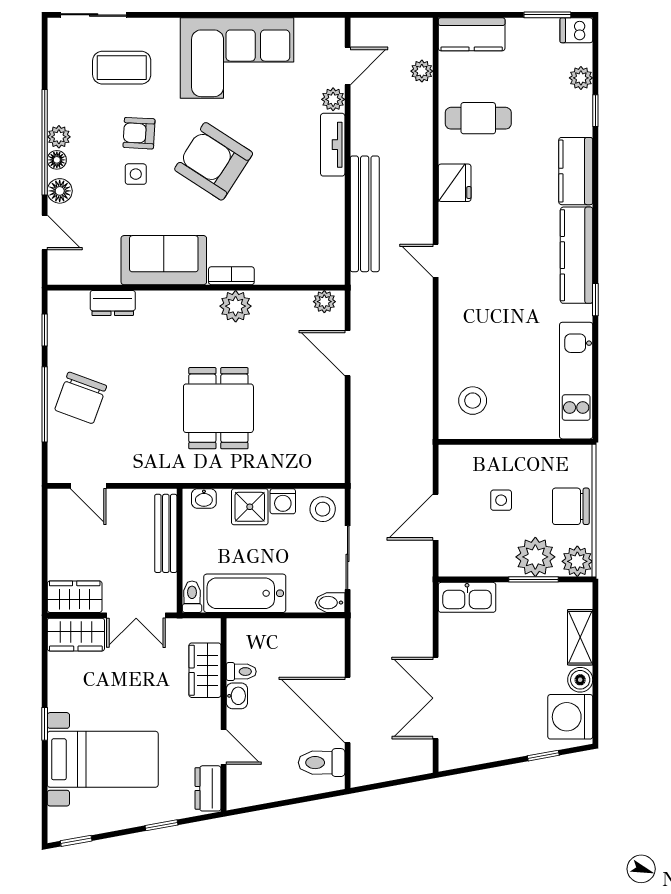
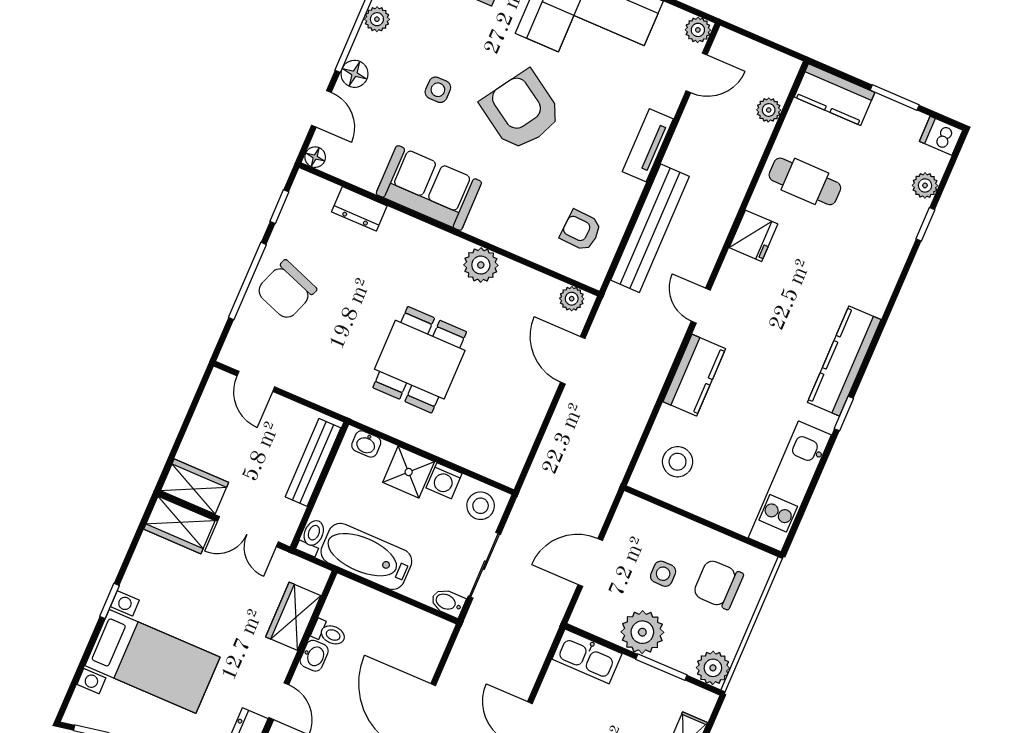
window: (547, 15) -> (895, 98), moved
plant: (333, 99) -> (698, 30), moved
armchair: (139, 133) -> (581, 230), moved
floor lamp: (57, 160) -> (315, 157), moved
kitchen counter: (576, 171) -> (694, 375), moved, turned 180
bookcase: (231, 276) -> (490, 233), removed
chair: (571, 506) -> (718, 584), moved
plant: (535, 557) -> (642, 632), moved

